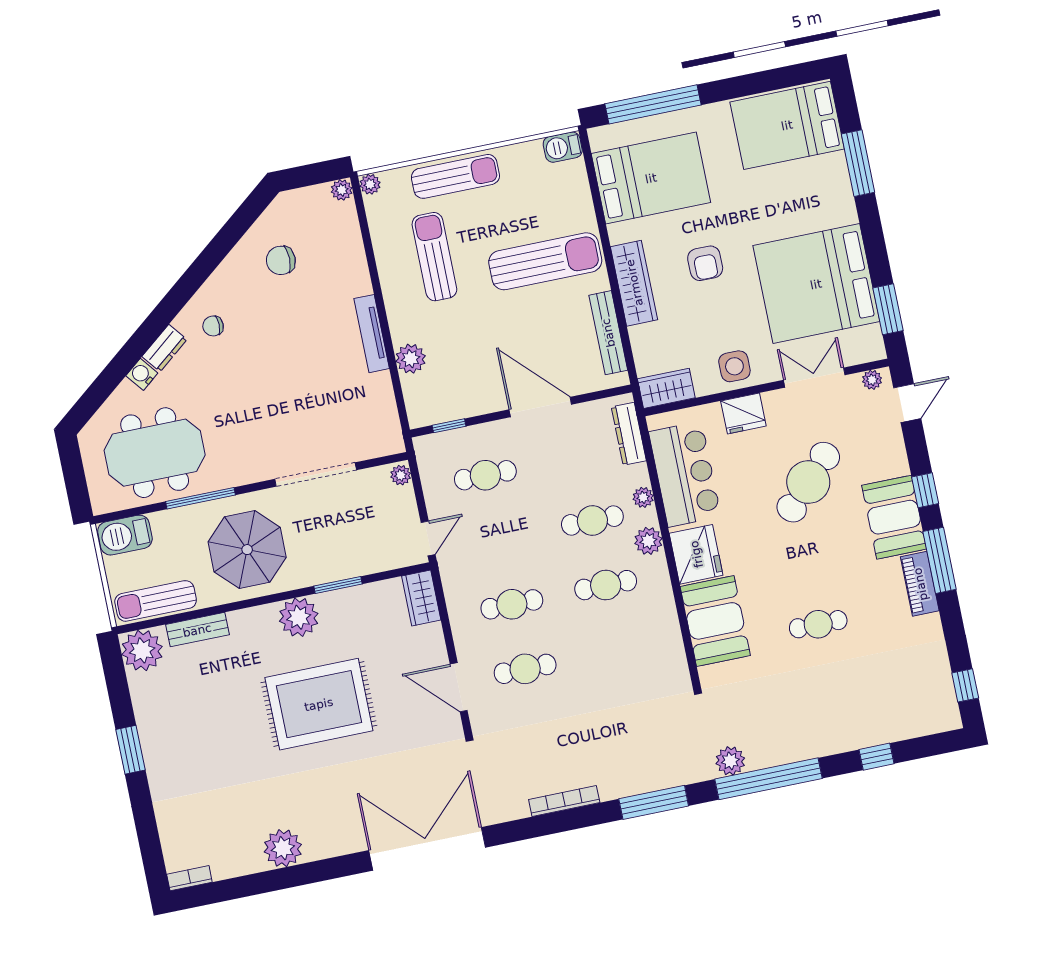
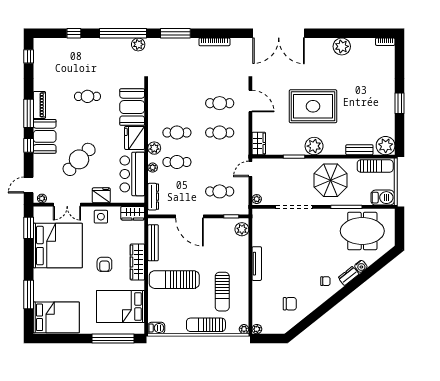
armchair: (705, 263) -> (104, 264), turned 180
plant: (411, 359) -> (242, 229), moved

